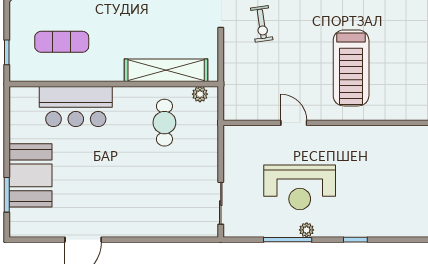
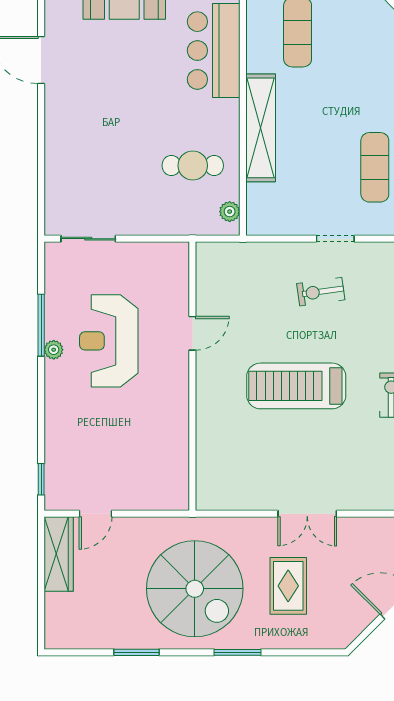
treadmill: (351, 68) -> (296, 386), moved
shelving: (166, 70) -> (261, 128), moved
window: (355, 240) -> (41, 479), moved

